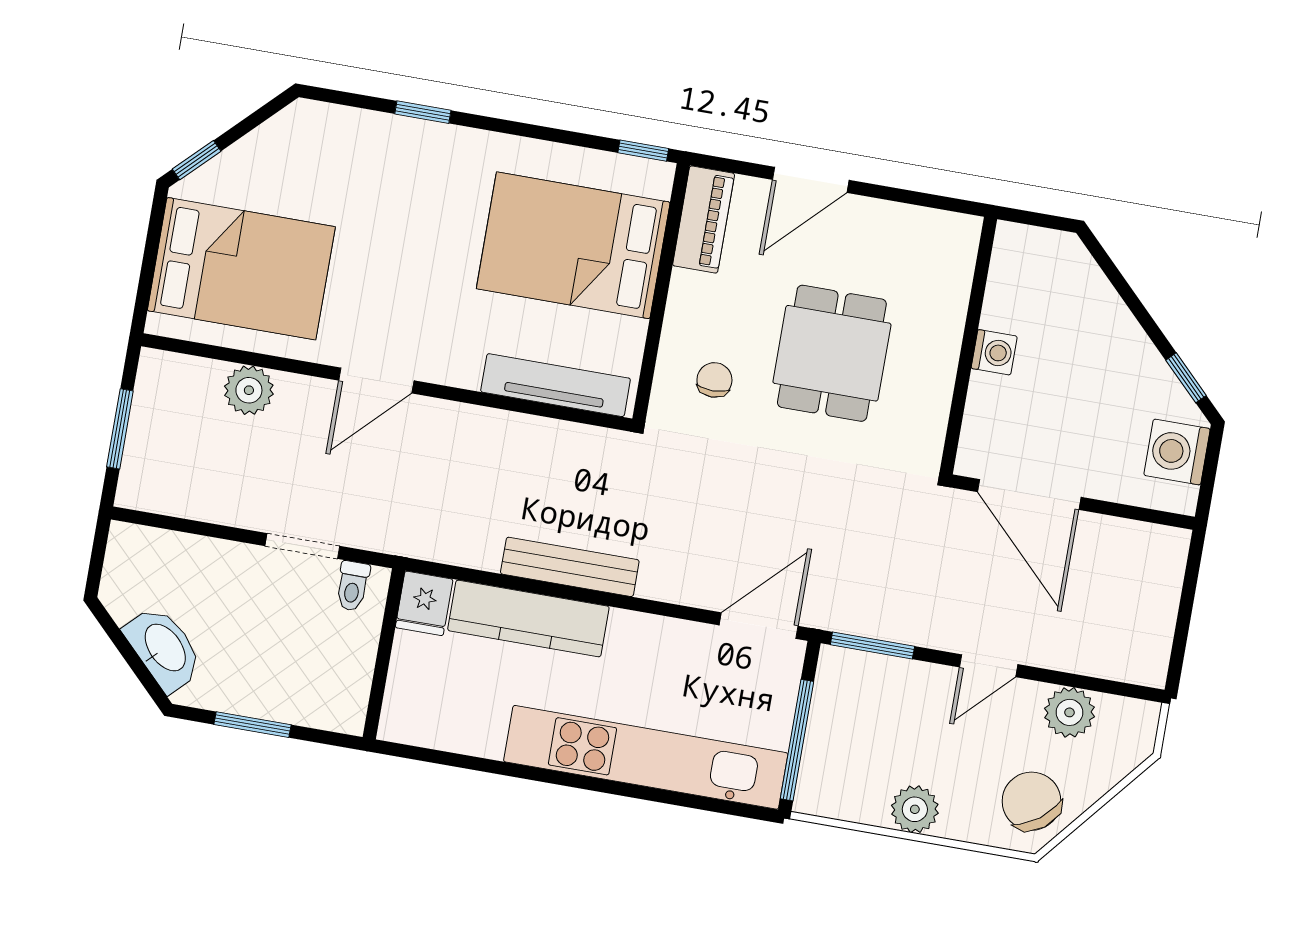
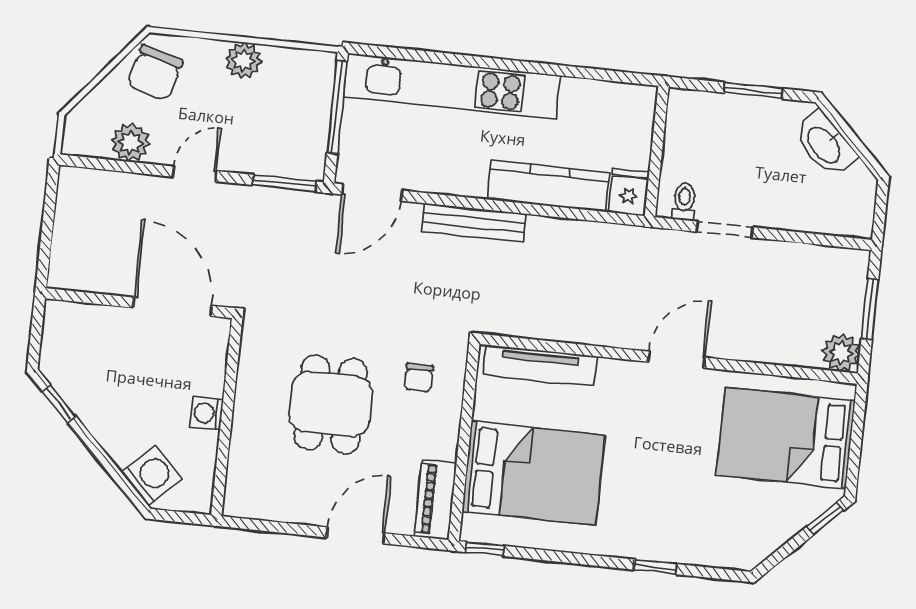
plant: (249, 390) -> (841, 353), moved
washing machine: (1177, 452) -> (152, 475), moved, turned -45
bench: (570, 567) -> (474, 223), moved
chair: (1031, 801) -> (155, 73), turned 53

